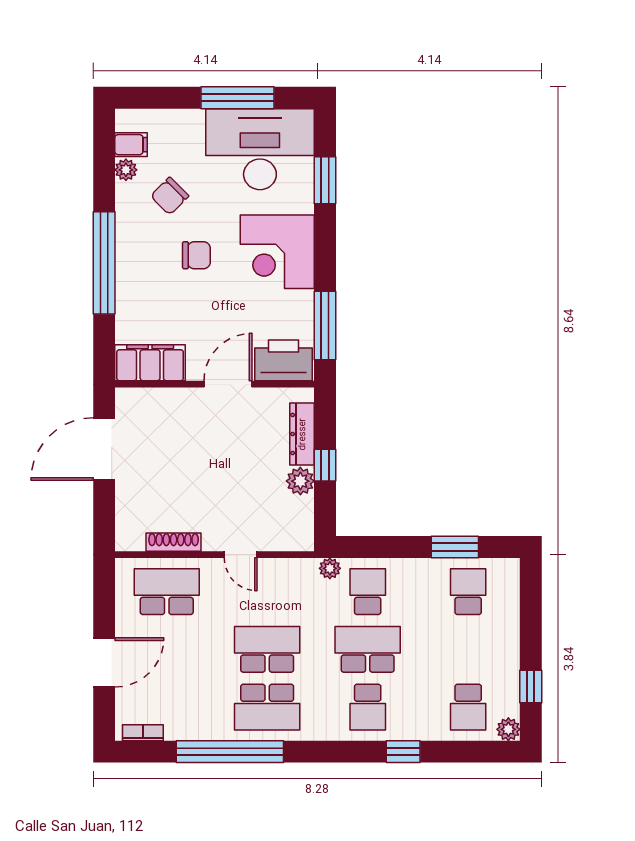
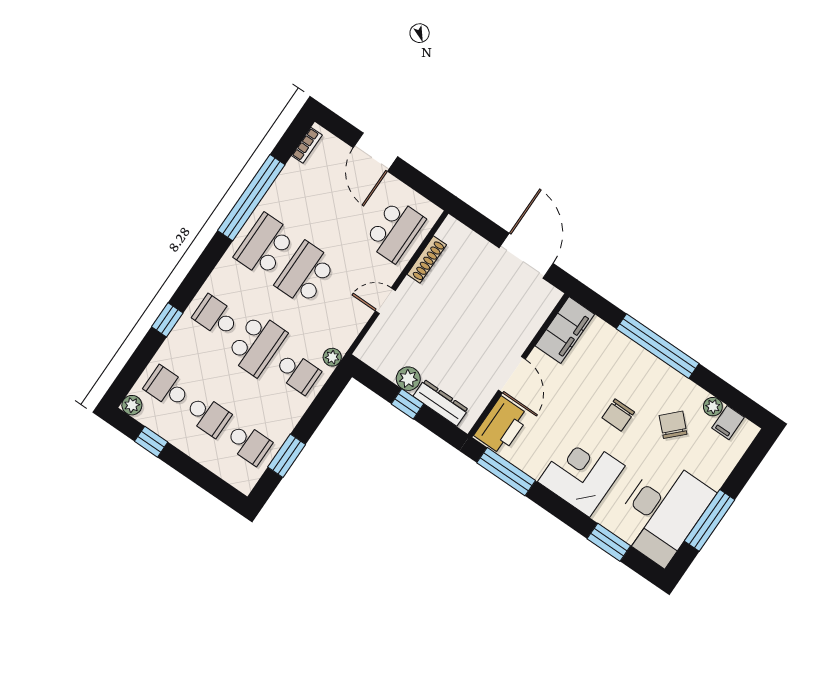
school desk: (267, 649) -> (305, 274), turned 180
school desk: (468, 649) -> (208, 416), added

